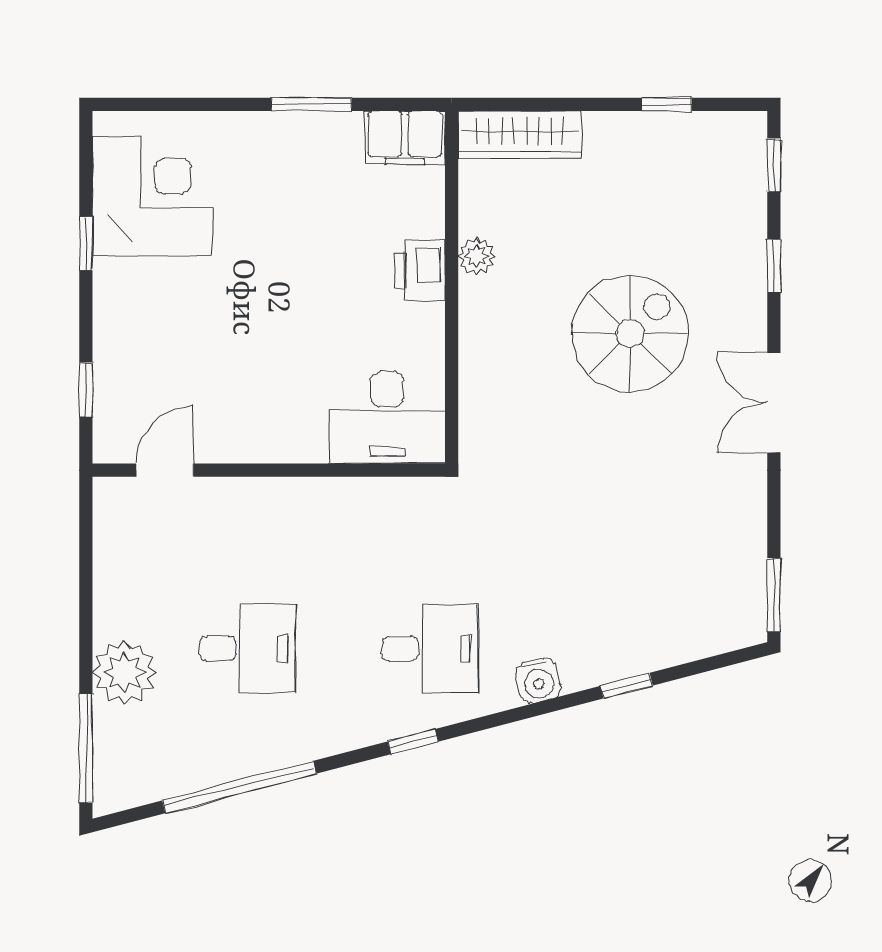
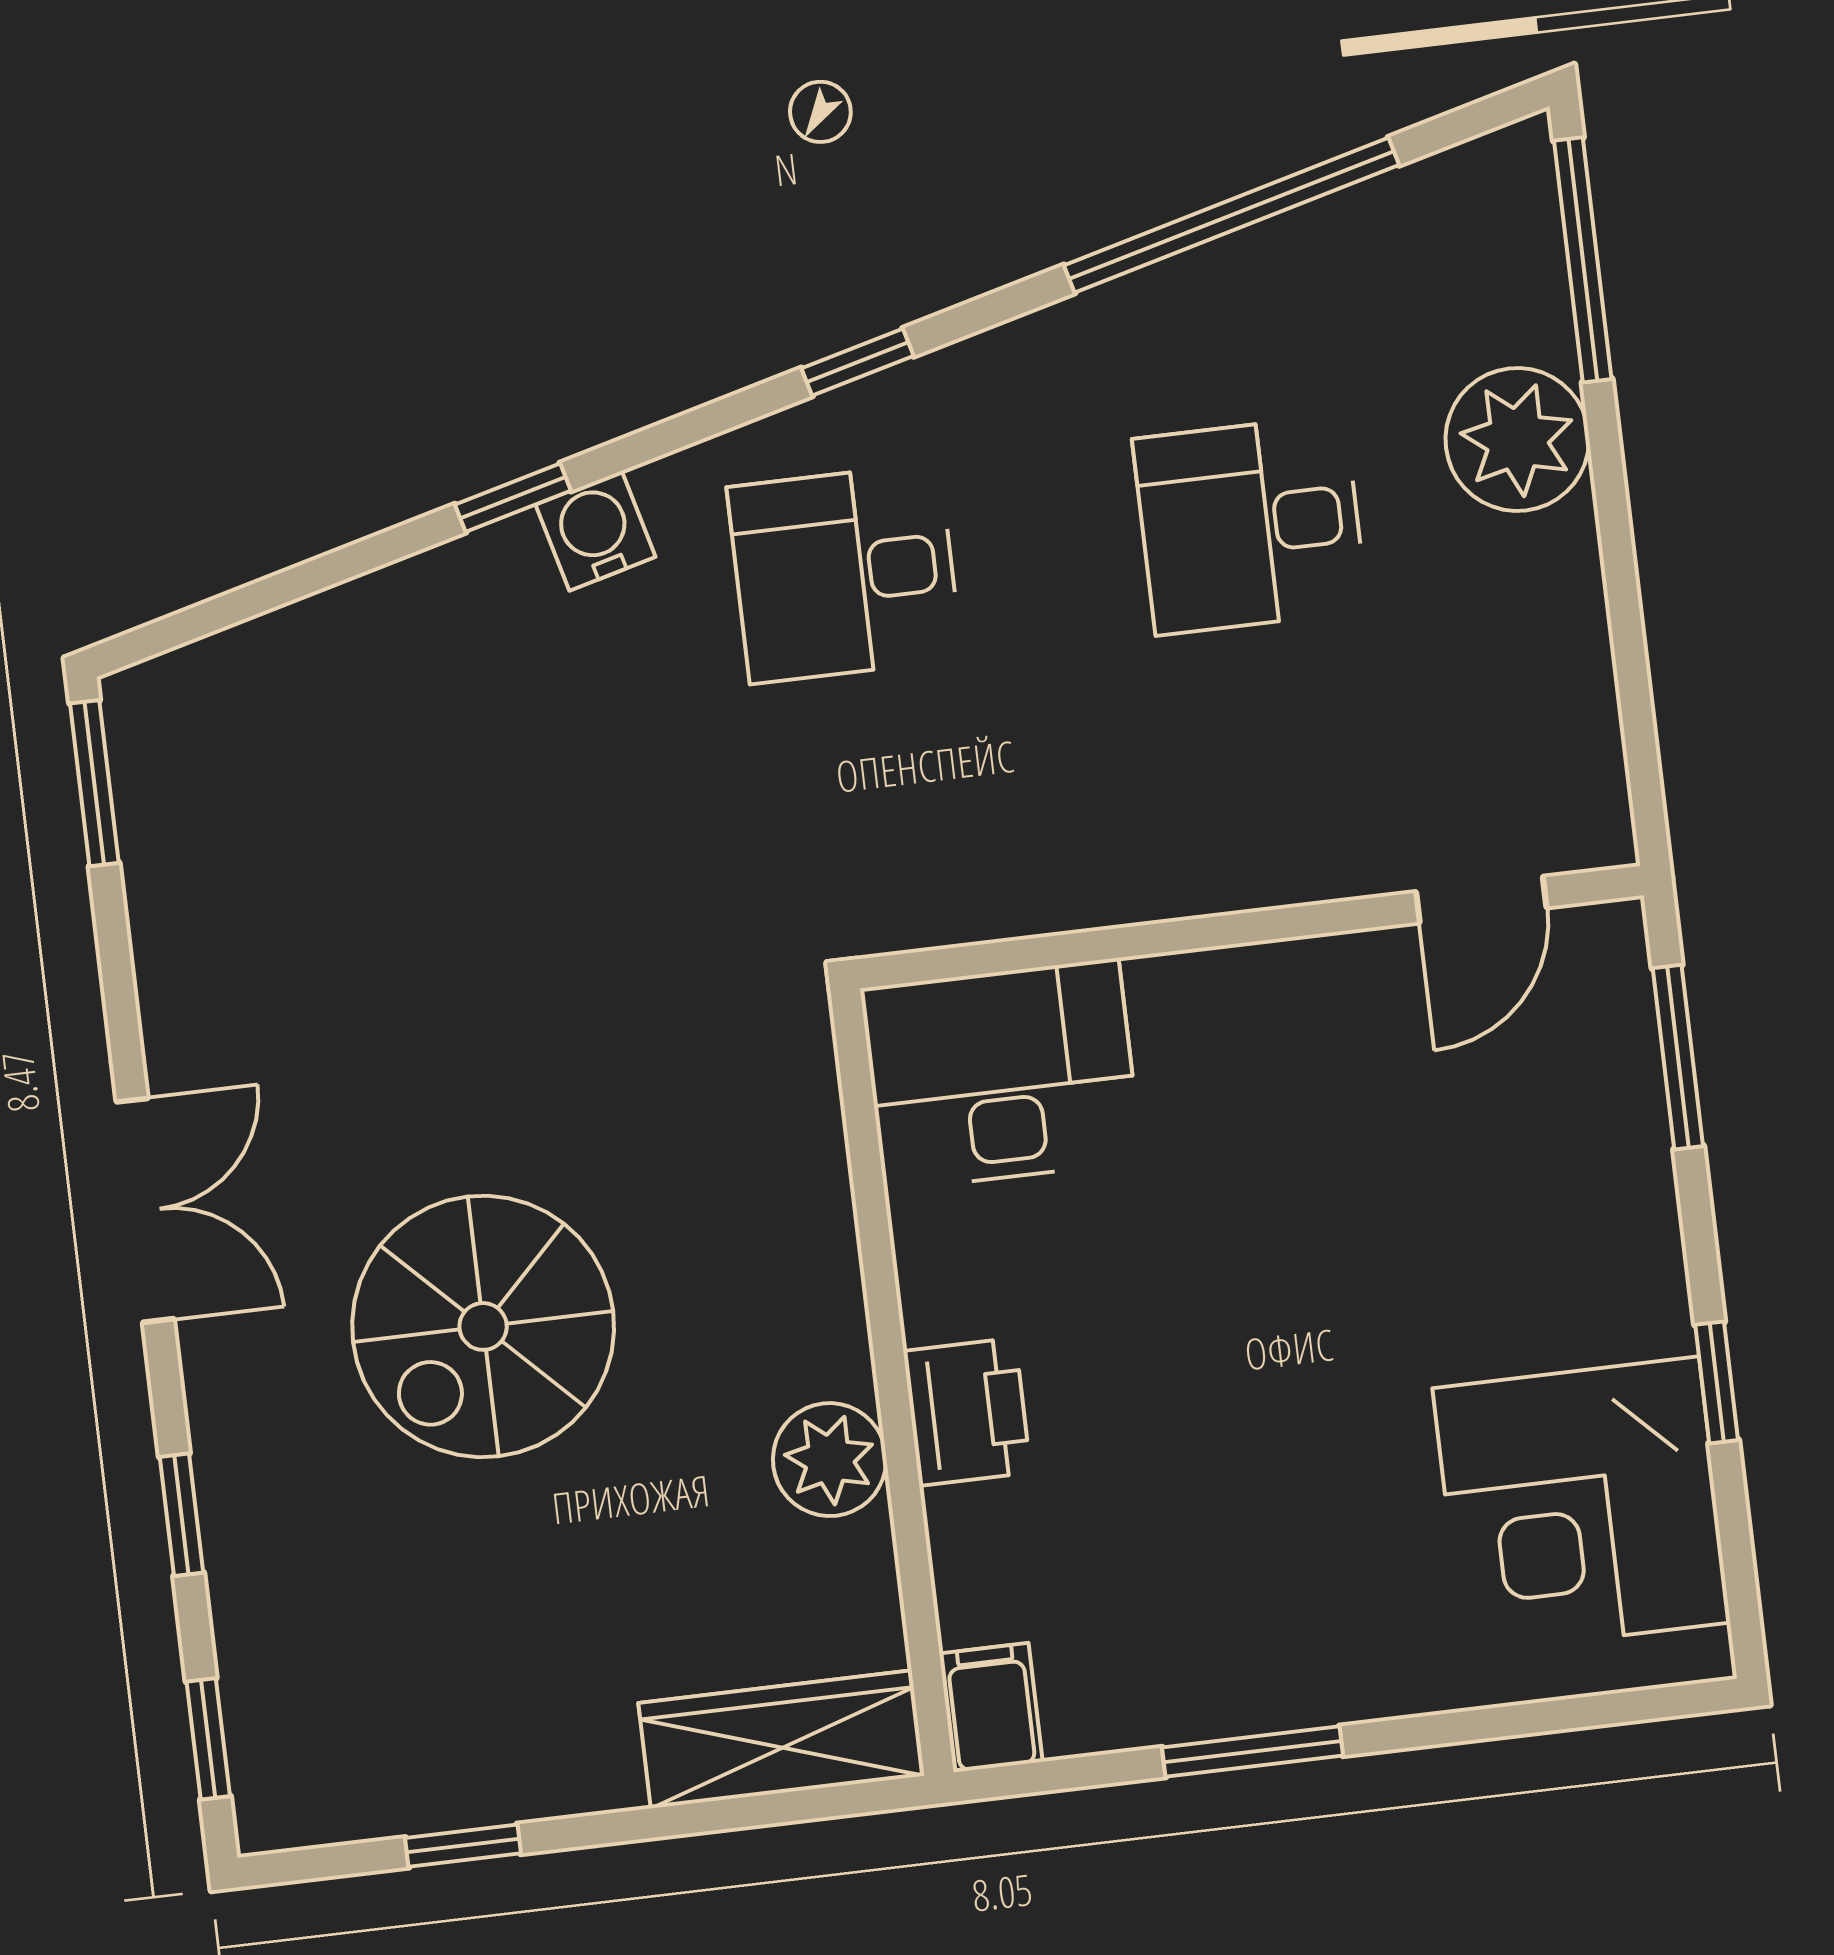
filing cabinet: (405, 138) -> (991, 1708), width x0.50
plant: (477, 256) -> (830, 1460), width x1.38, depth x1.38
window: (86, 390) -> (1678, 1057), width x1.50
window: (627, 686) -> (513, 498), moved

